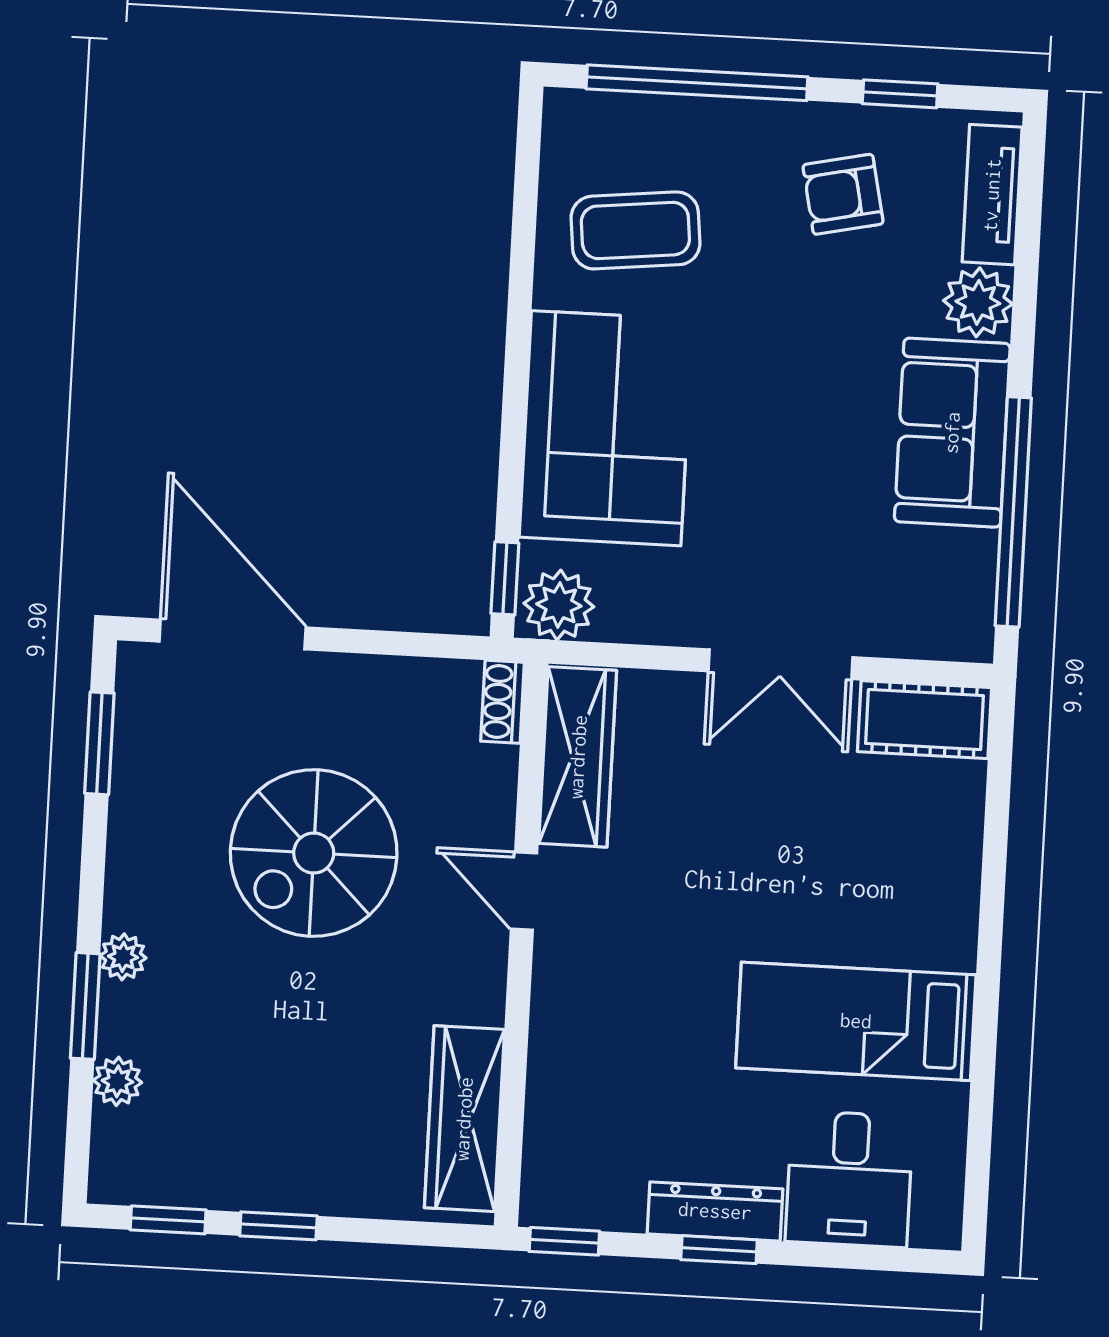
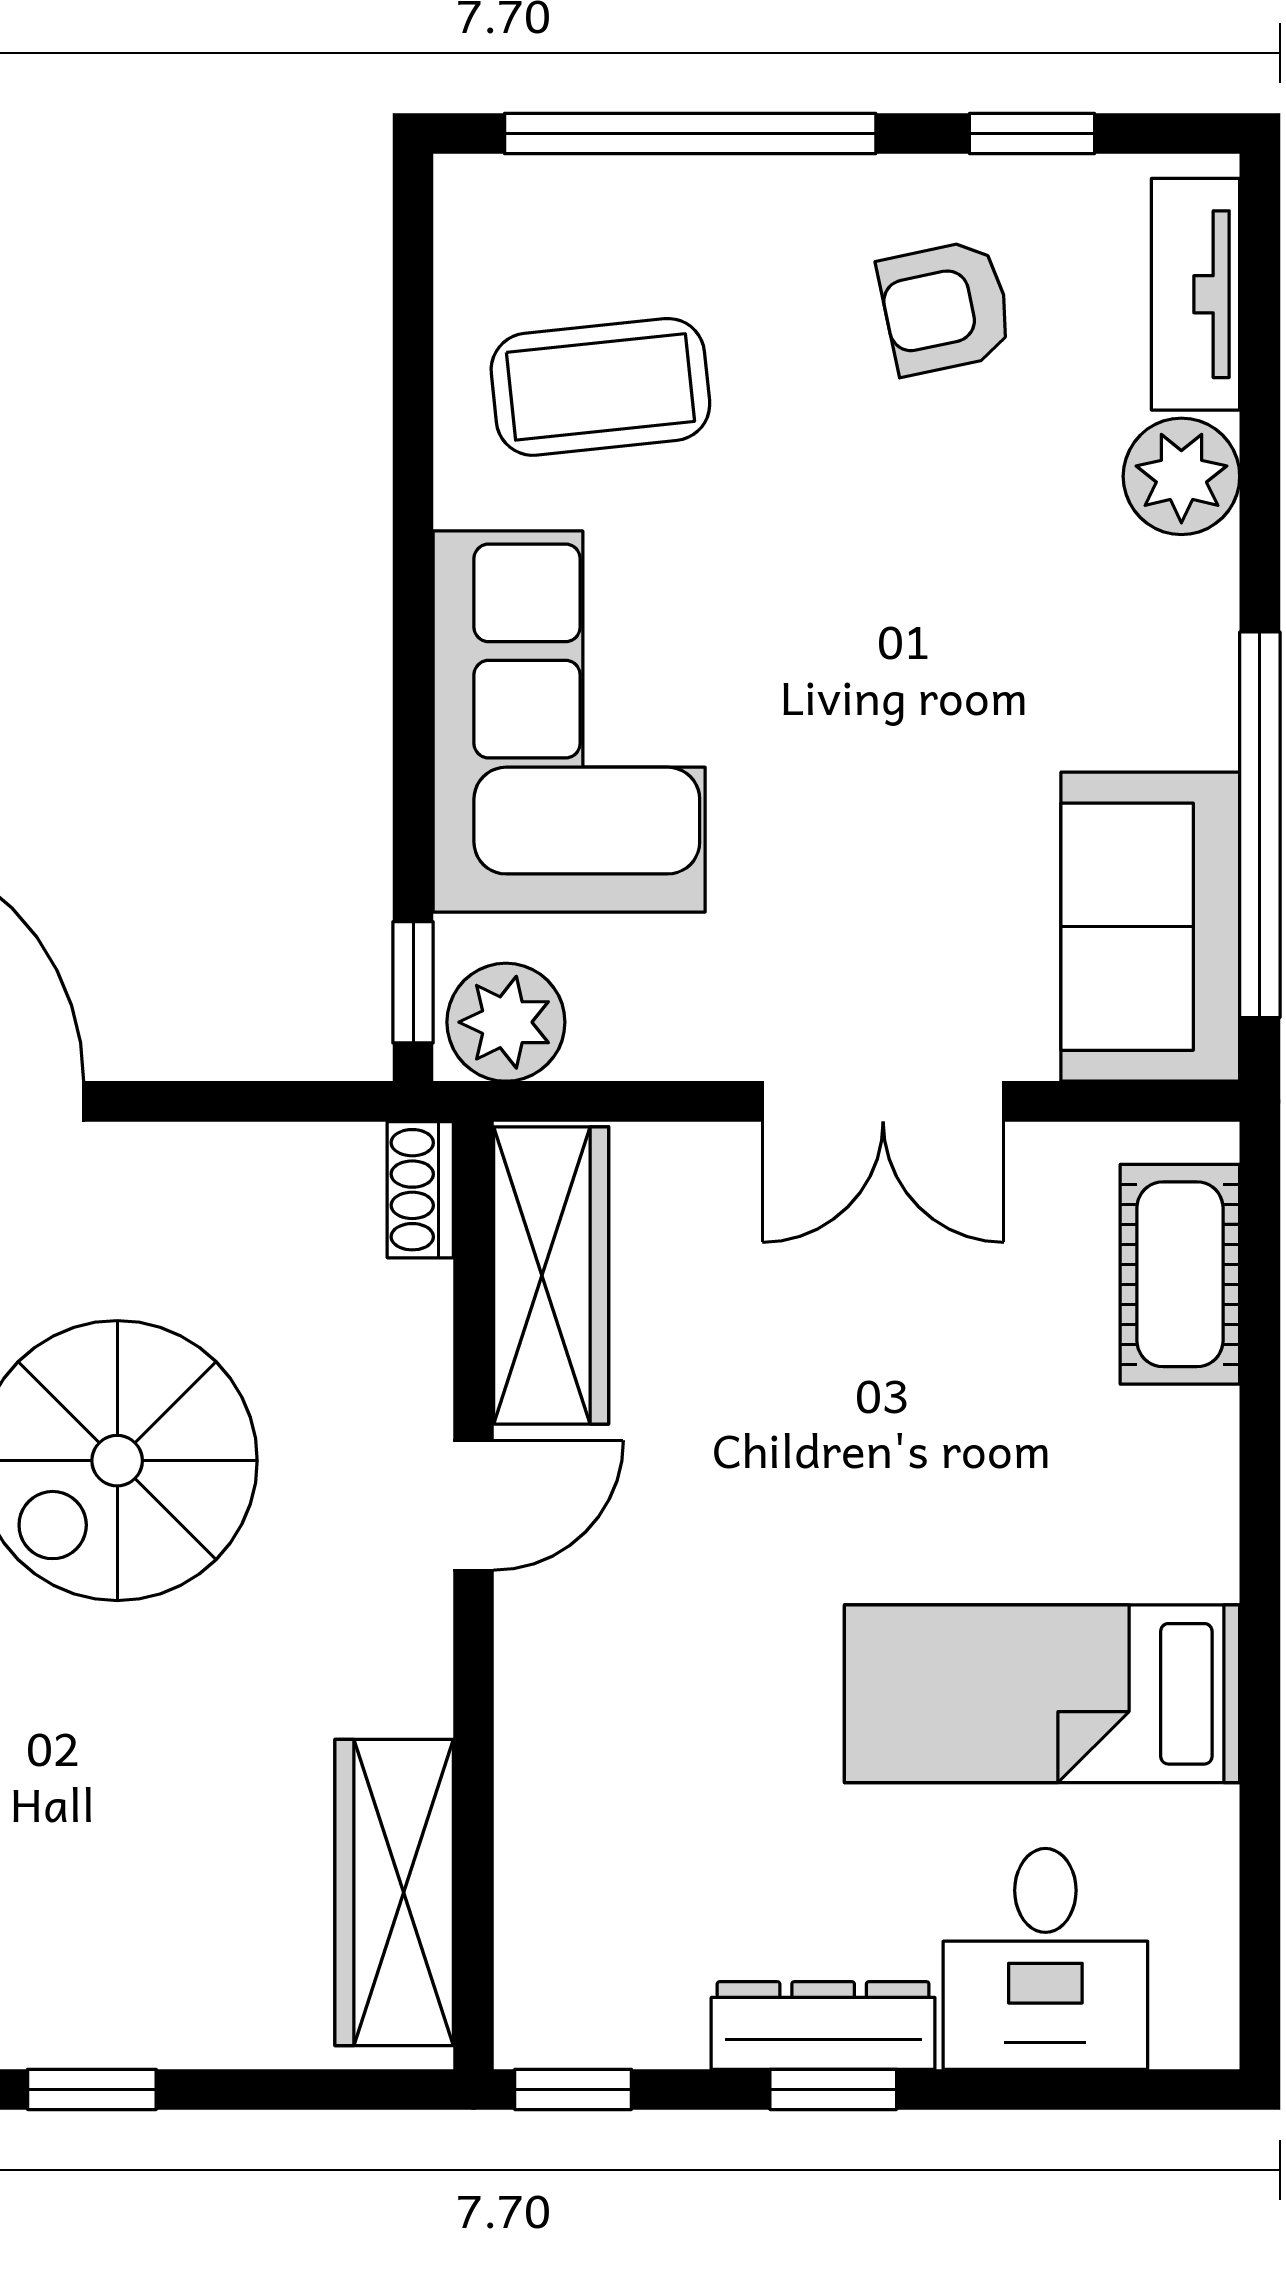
sofa: (952, 433) -> (1150, 927), moved
cot: (924, 720) -> (1180, 1274), moved, turned 90
door: (524, 891) -> (474, 1505), swing flipped

